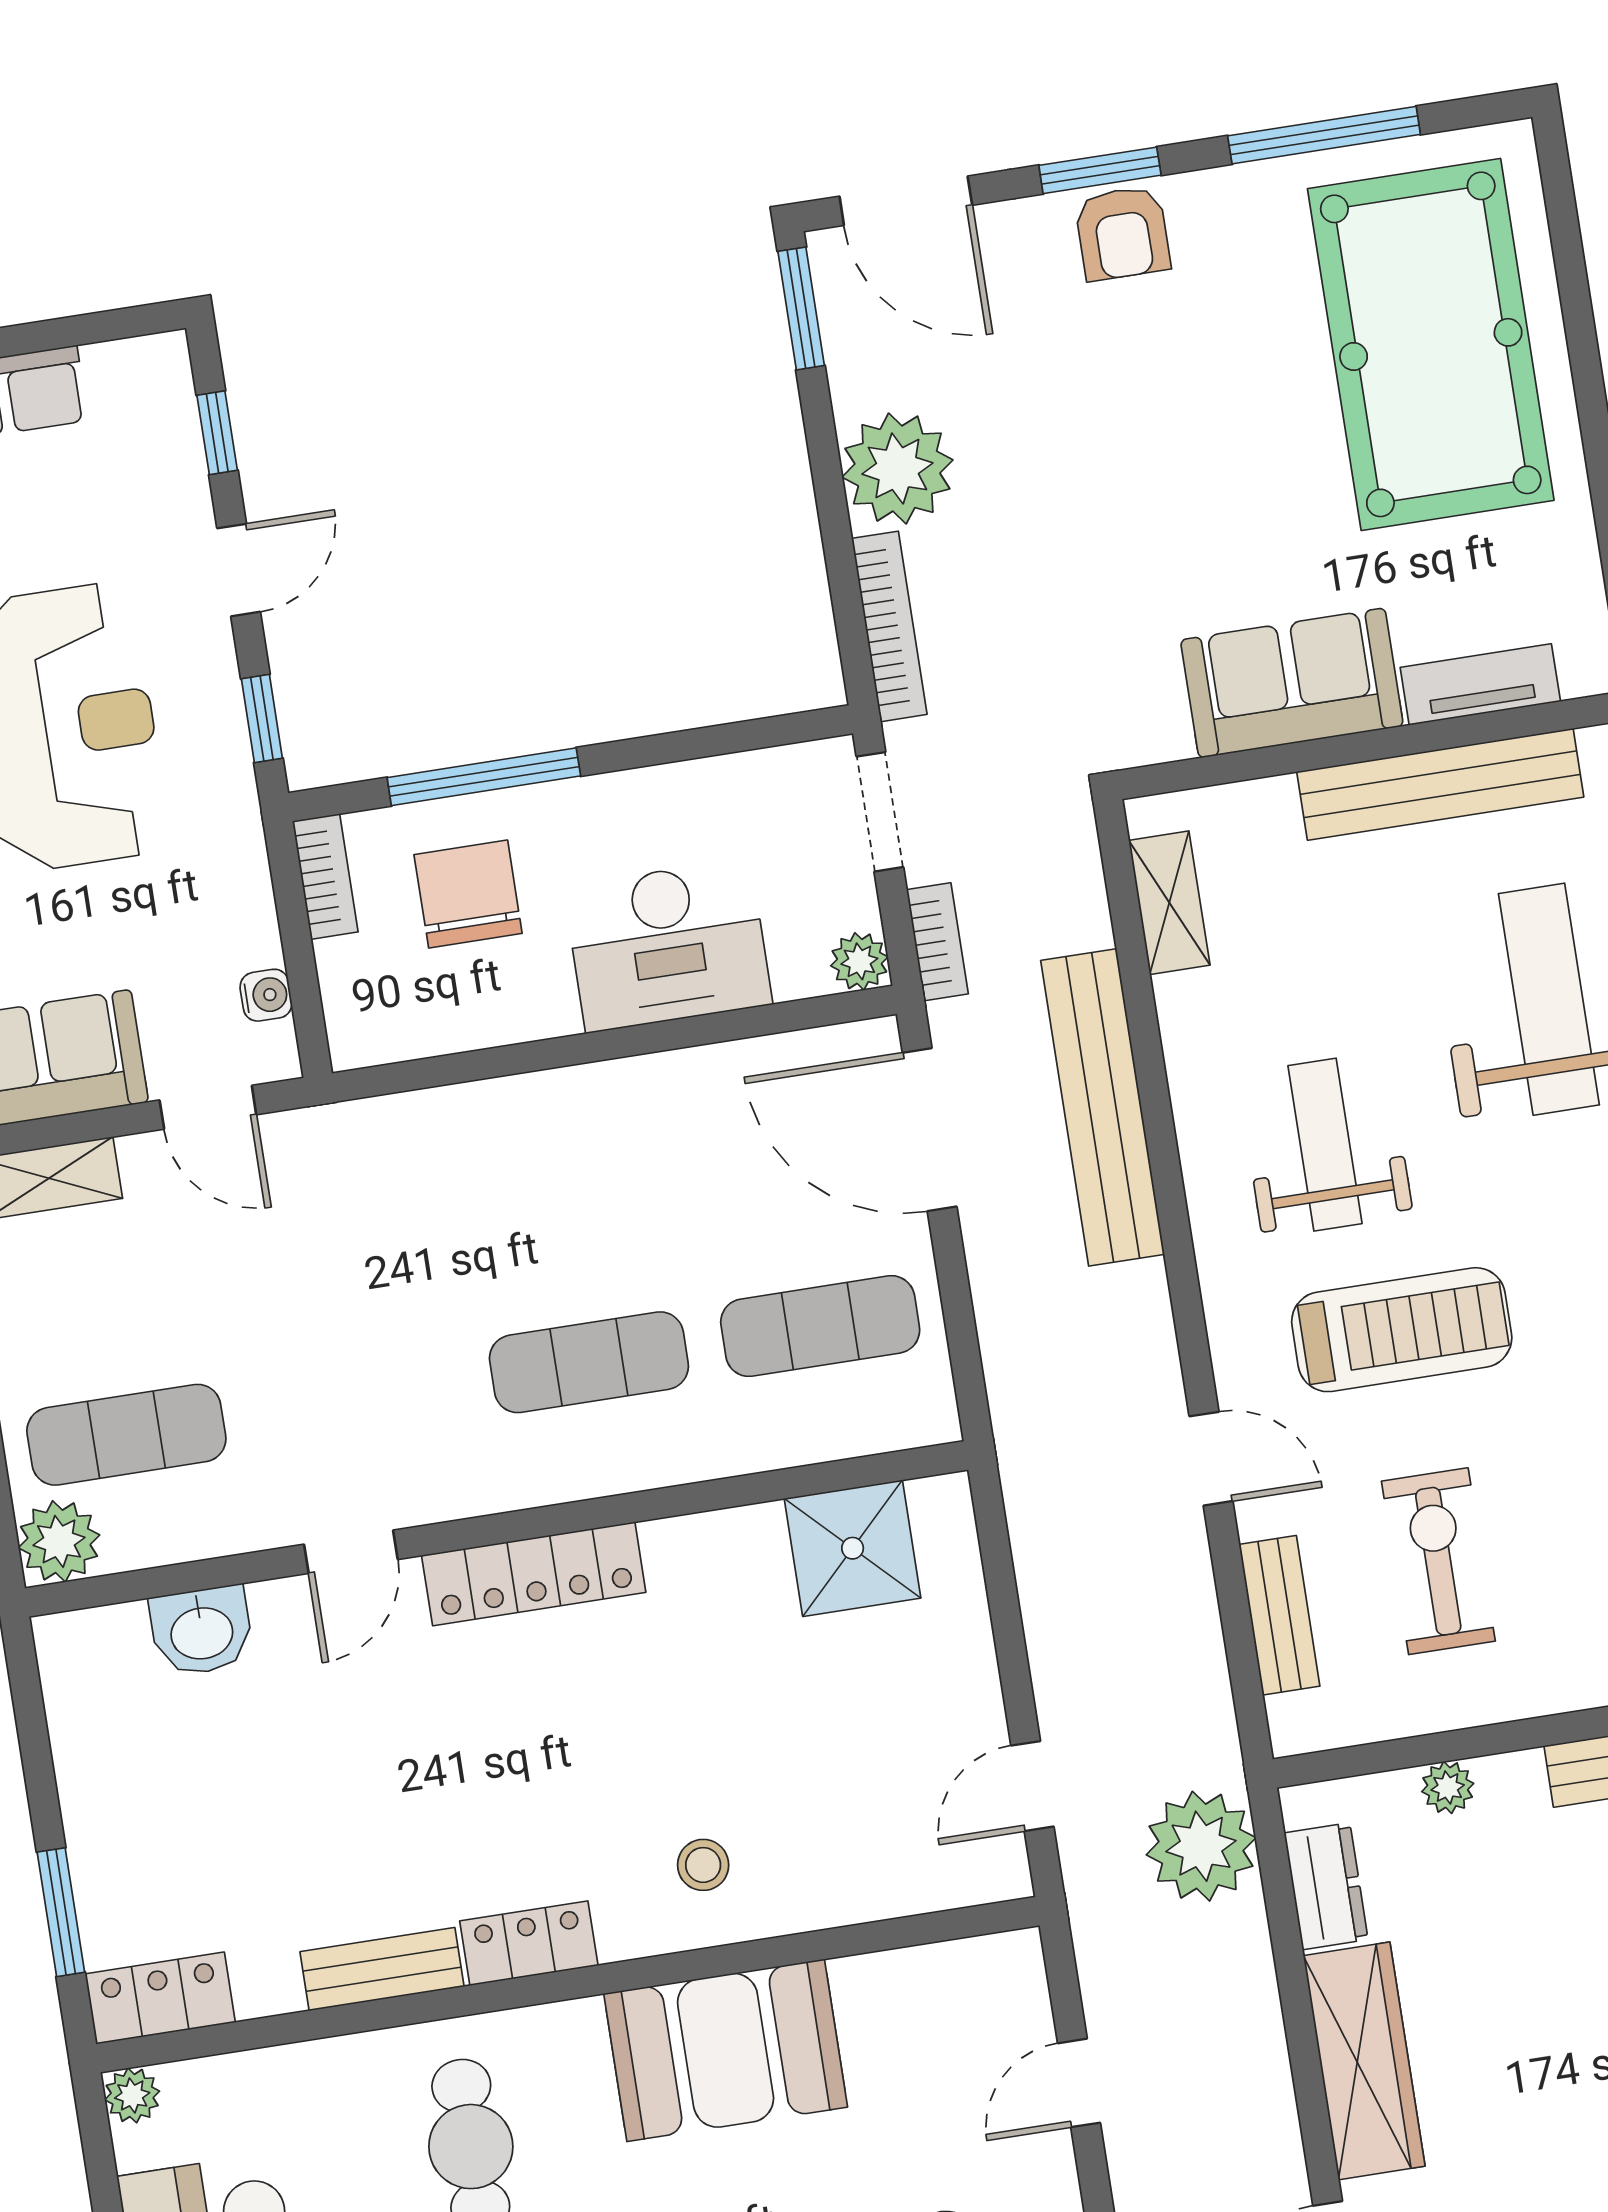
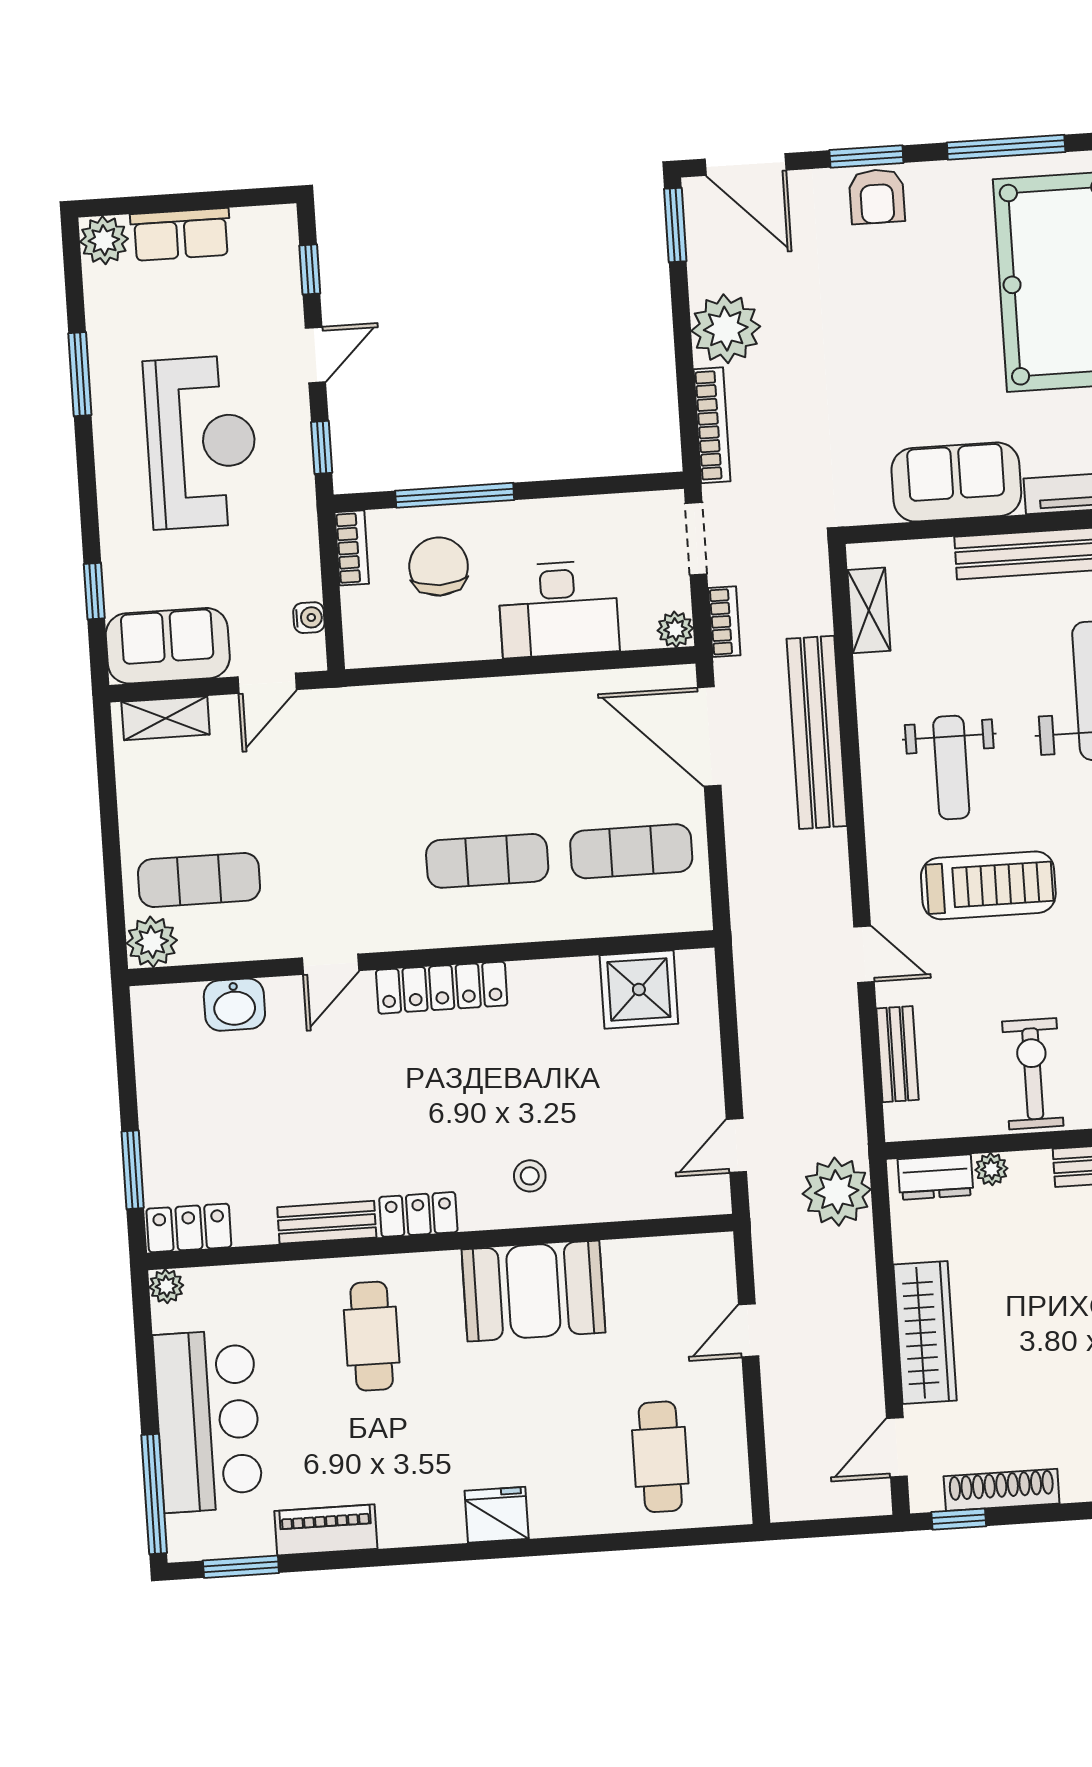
door: (208, 1107) -> (267, 683), hinge flipped
weight bench: (1325, 1145) -> (951, 767), turned 180
exercise bike: (1438, 1561) -> (1033, 1074), moved
dresser: (1326, 1886) -> (935, 1177), moved, turned 90

